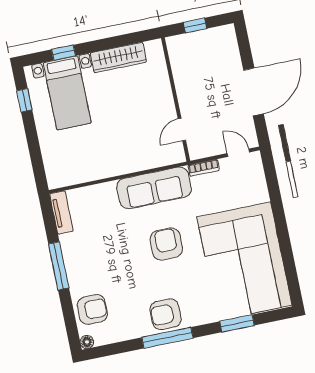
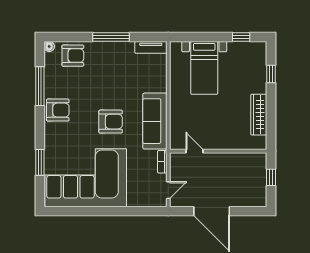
bed with nightstands: (67, 93) -> (204, 68), moved, turned -90
armchair: (92, 310) -> (73, 56), turned -90
armchair: (166, 314) -> (58, 110), turned 90
window: (167, 338) -> (40, 86), moved

